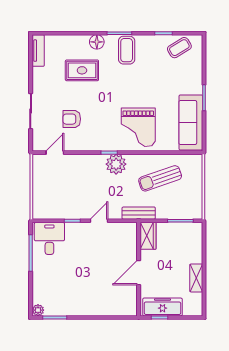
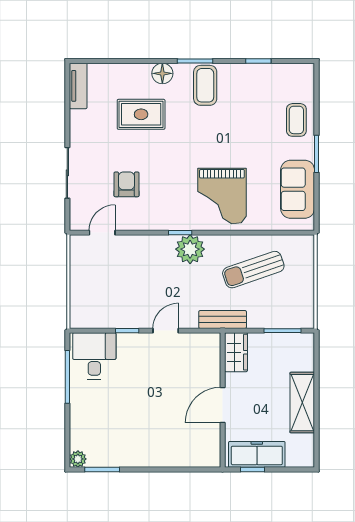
coffee table: (179, 48) -> (296, 120), moved, turned -59
armchair: (72, 119) -> (126, 184), turned 90
sofa: (191, 122) -> (298, 189), width x0.73
shelving: (196, 278) -> (302, 403), width x1.50, depth x1.33

